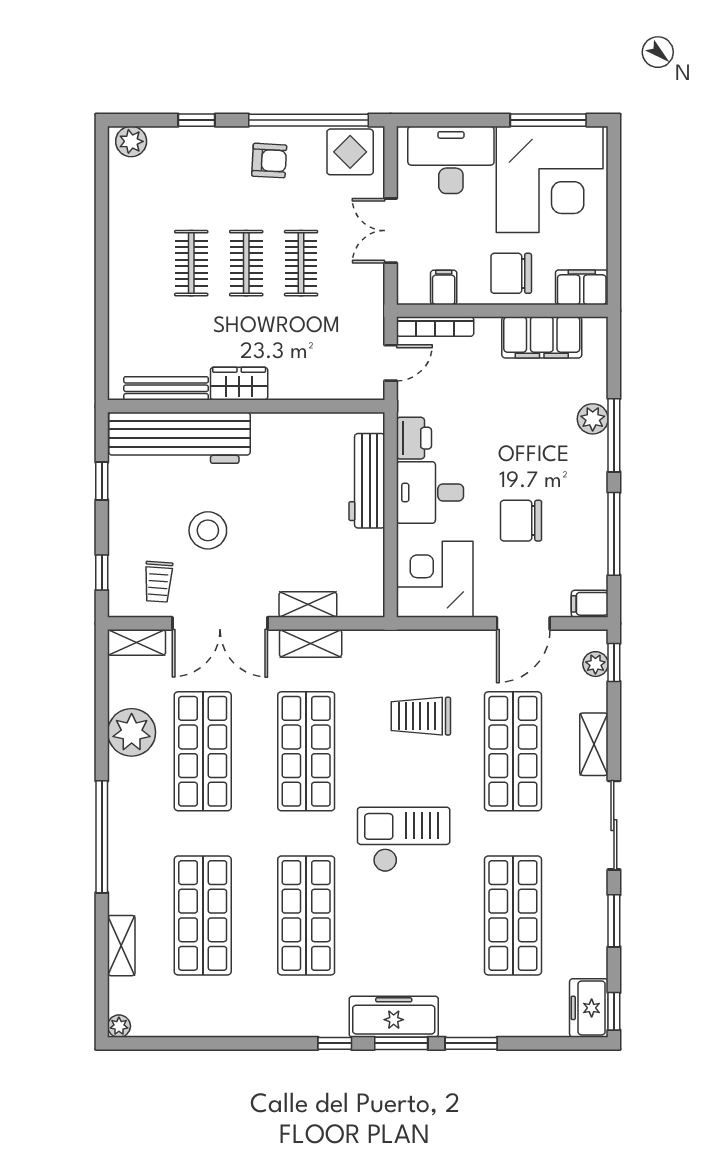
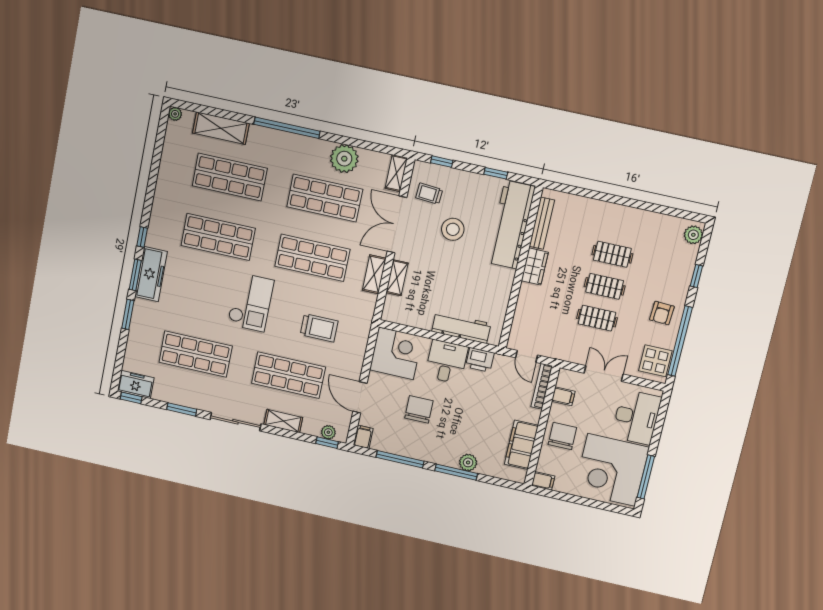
filing cabinet: (582, 287) -> (543, 481), width x0.50
trolley: (421, 716) -> (319, 328), turned 90
shelving: (121, 946) -> (221, 128), width x1.50, depth x1.33

